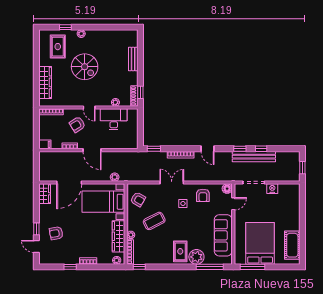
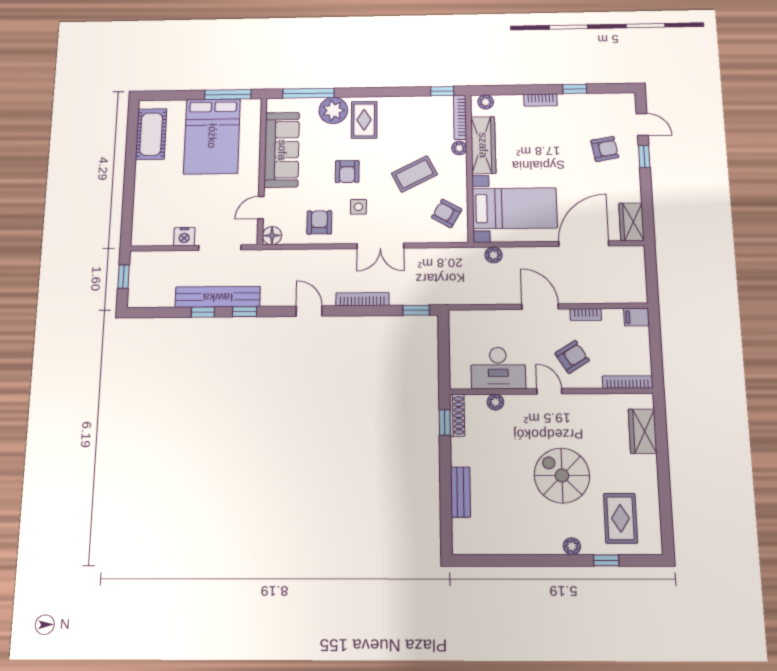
wardrobe: (45, 82) -> (643, 431), width x0.67
armchair: (189, 223) -> (347, 172), added

